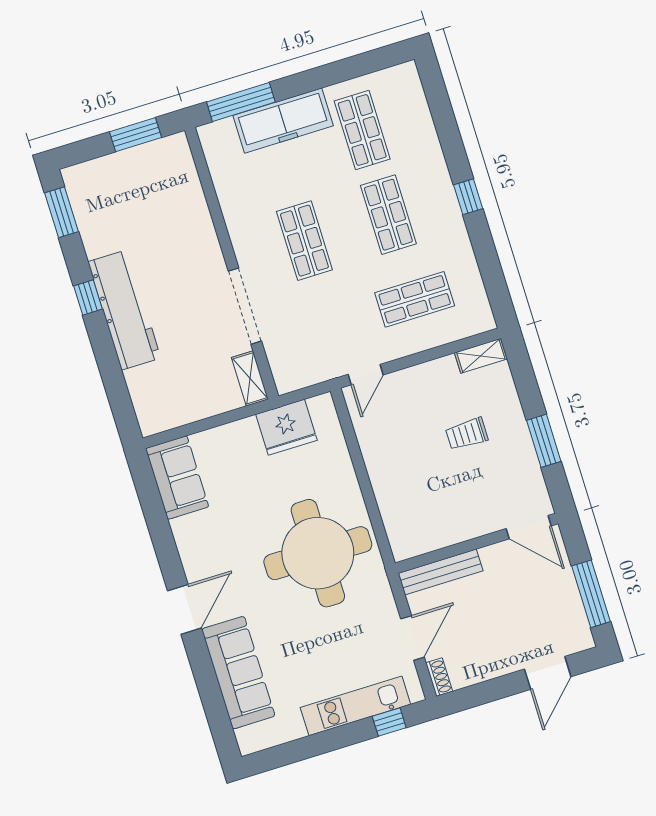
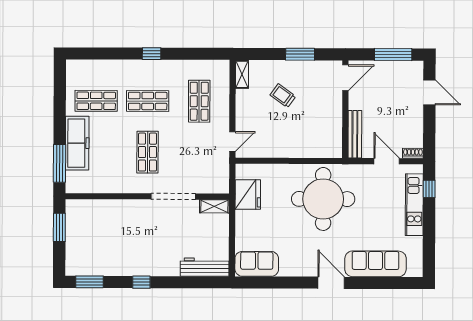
shop shelf: (304, 241) -> (147, 152), turned 90
workbench: (124, 310) -> (205, 267), moved, width x0.73, depth x0.76
door: (366, 375) -> (232, 141), hinge flipped
trolley: (467, 434) -> (283, 96), turned 126

